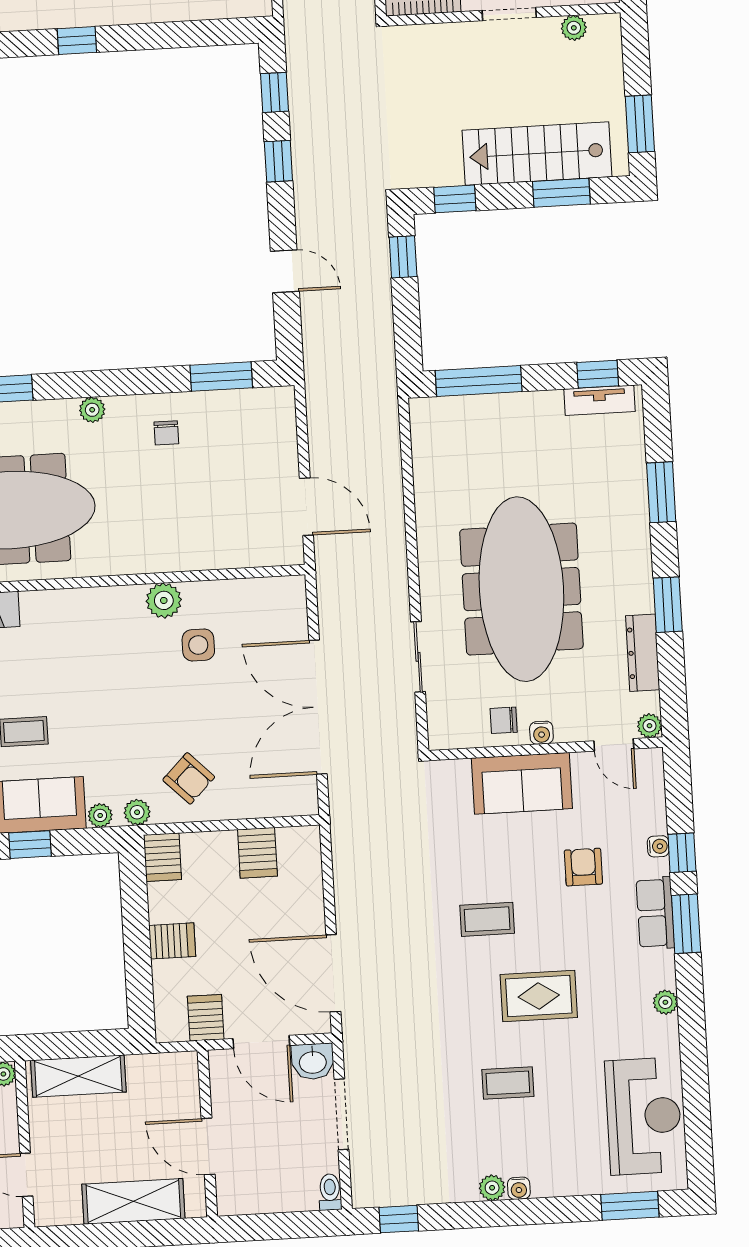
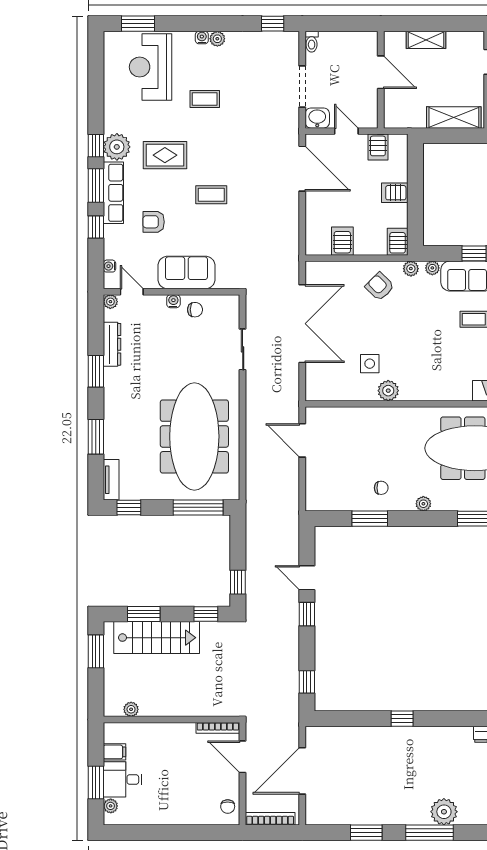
doorway: (509, 14) -> (168, 720), removed
window: (77, 40) -> (402, 719), moved
window: (278, 161) -> (307, 614), moved
window: (221, 377) -> (370, 519), moved
tv unit: (599, 400) -> (111, 480), moved, turned 90
chair: (166, 433) -> (381, 488), turned 90
meeting table: (521, 589) -> (194, 436), moved
water cooler: (658, 846) -> (109, 266), moved
armchair: (583, 867) -> (154, 222), turned 90
row of seats: (655, 913) -> (113, 193), width x1.48
window: (690, 992) -> (96, 146), added
rug: (539, 996) -> (165, 155), moved
plant: (665, 1002) -> (117, 147), width x1.87, depth x1.87
door: (261, 1042) -> (346, 131), width x0.73
reception desk: (644, 1116) -> (151, 67), moved
shelving: (133, 1201) -> (426, 40), width x0.67, depth x0.75

